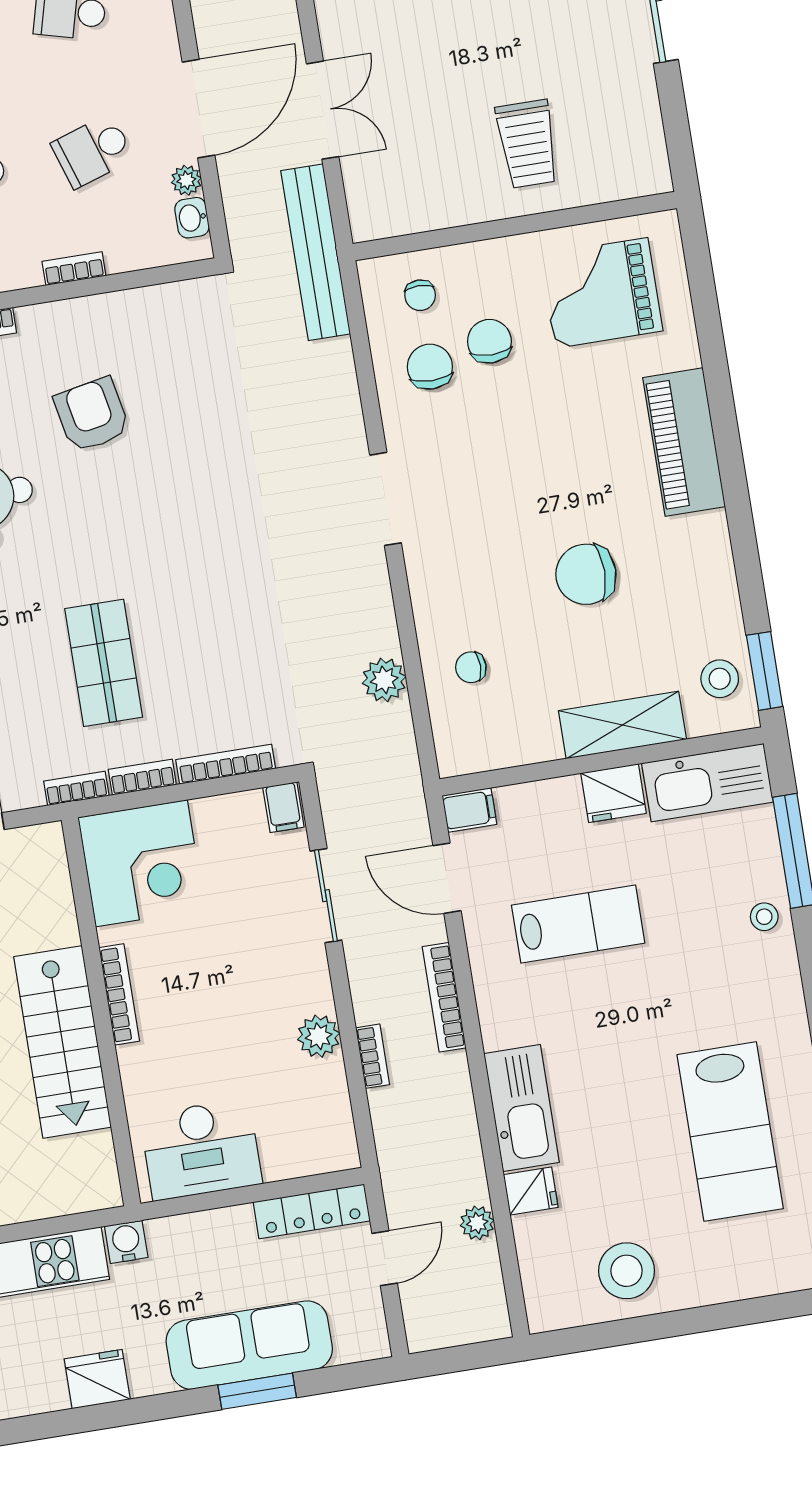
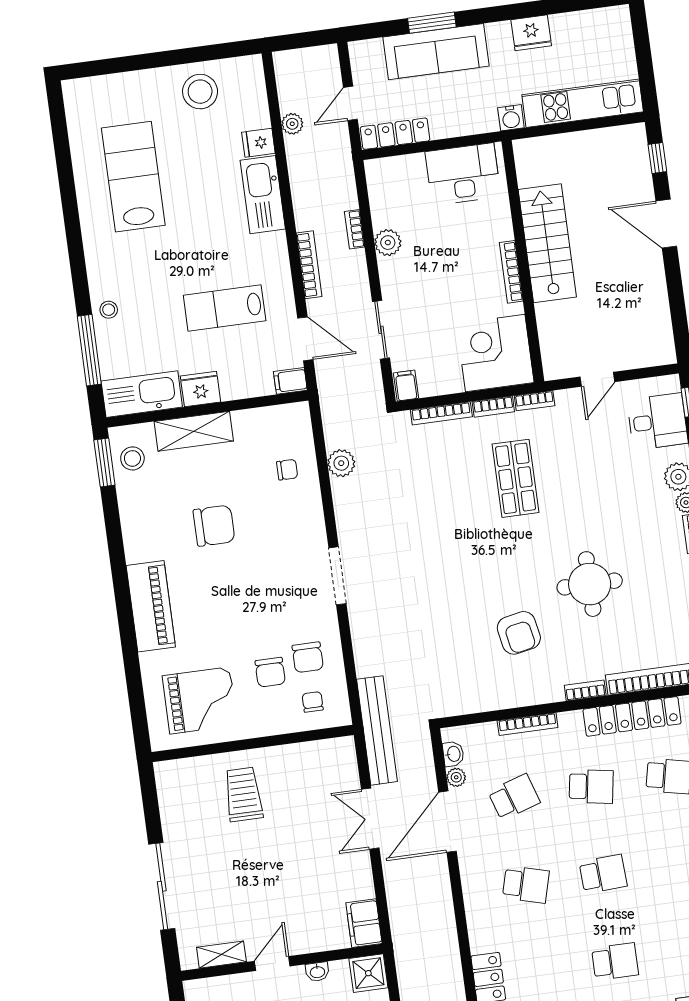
bookcase: (74, 269) -> (528, 724), width x1.56

